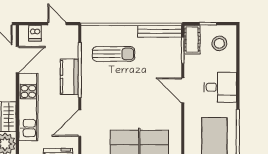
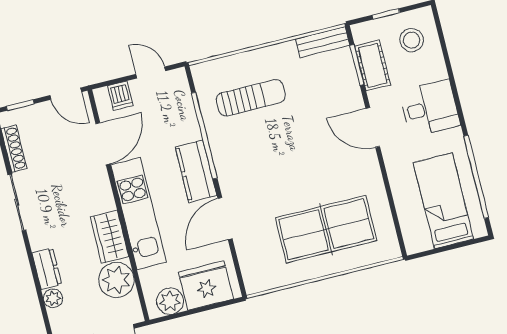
bench: (160, 31) -> (323, 42), width x0.73
cot: (192, 40) -> (373, 65), moved
kitchen counter: (69, 77) -> (196, 171), moved

